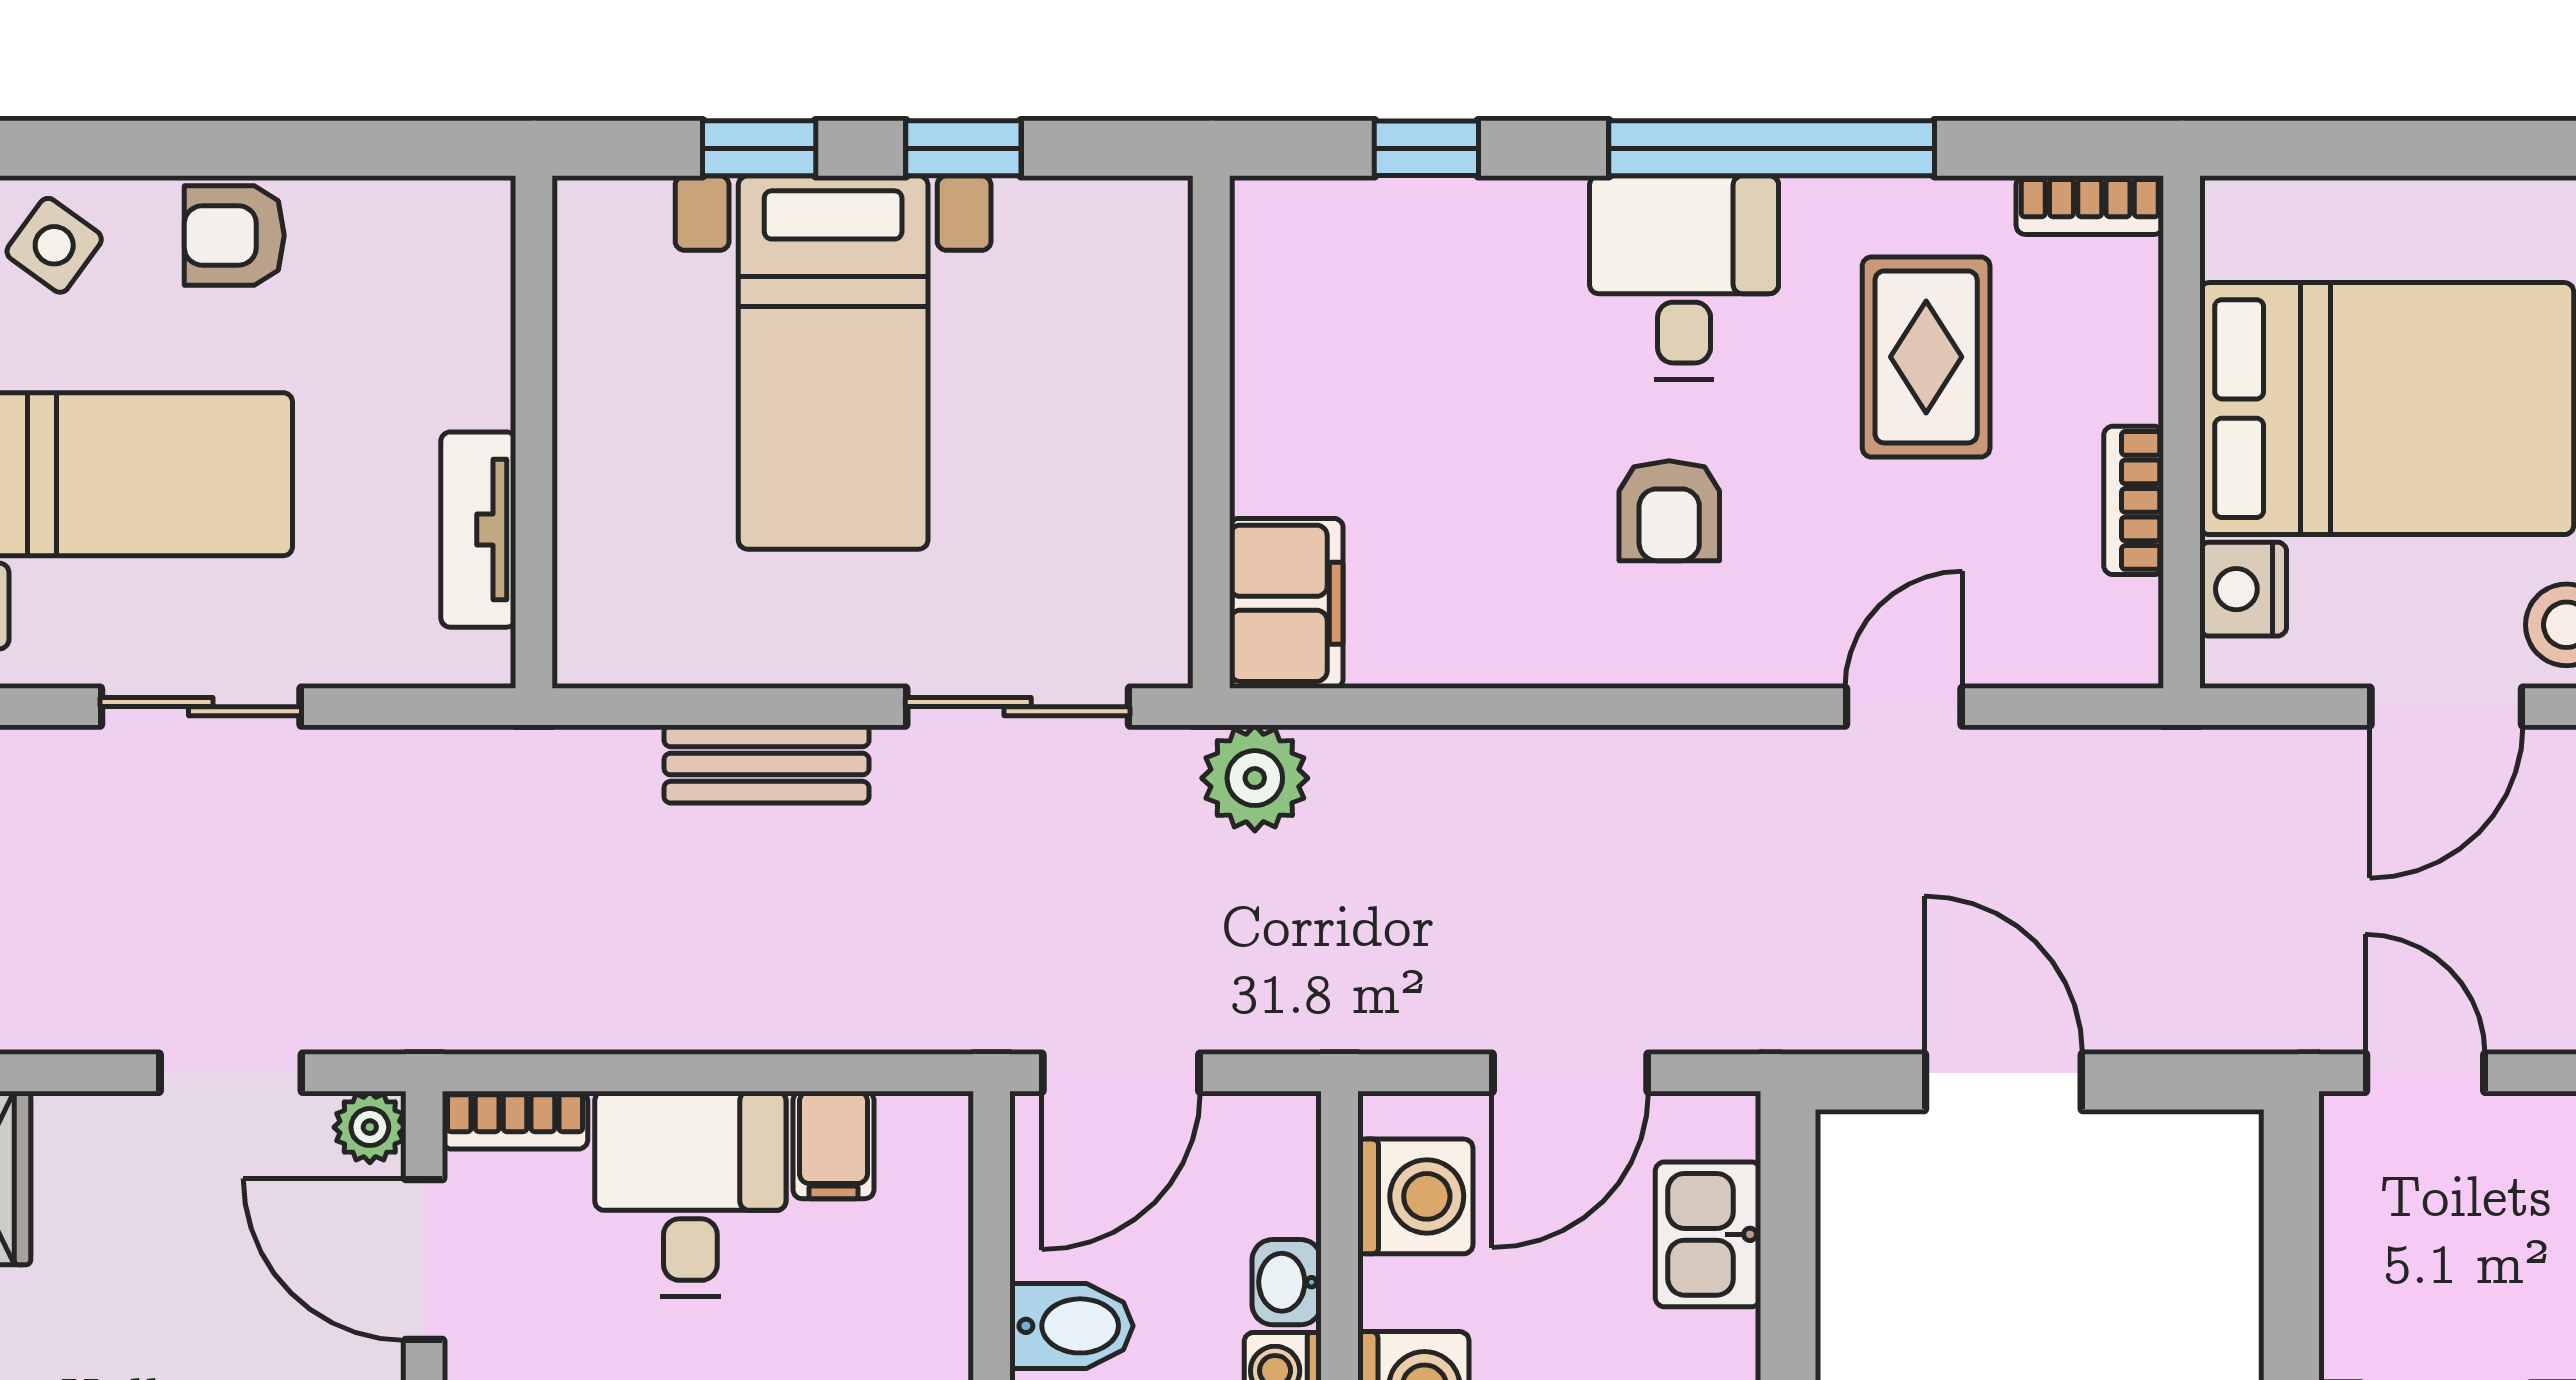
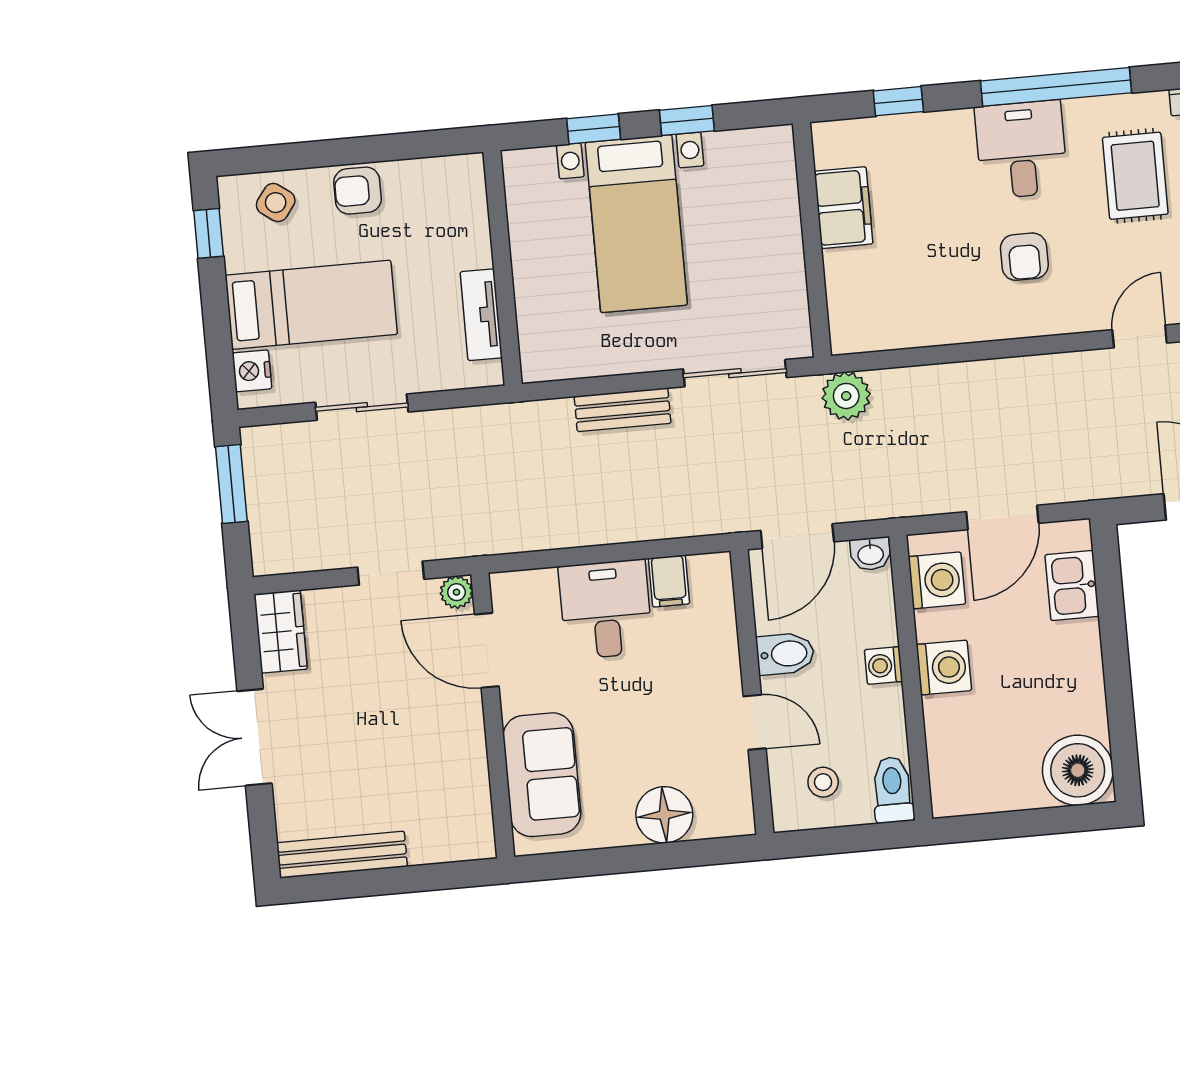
filing cabinet: (1286, 603) -> (844, 208), moved
bookcase: (515, 1120) -> (522, 583), removed
washbasin: (1287, 1282) -> (871, 554), moved, turned -90

